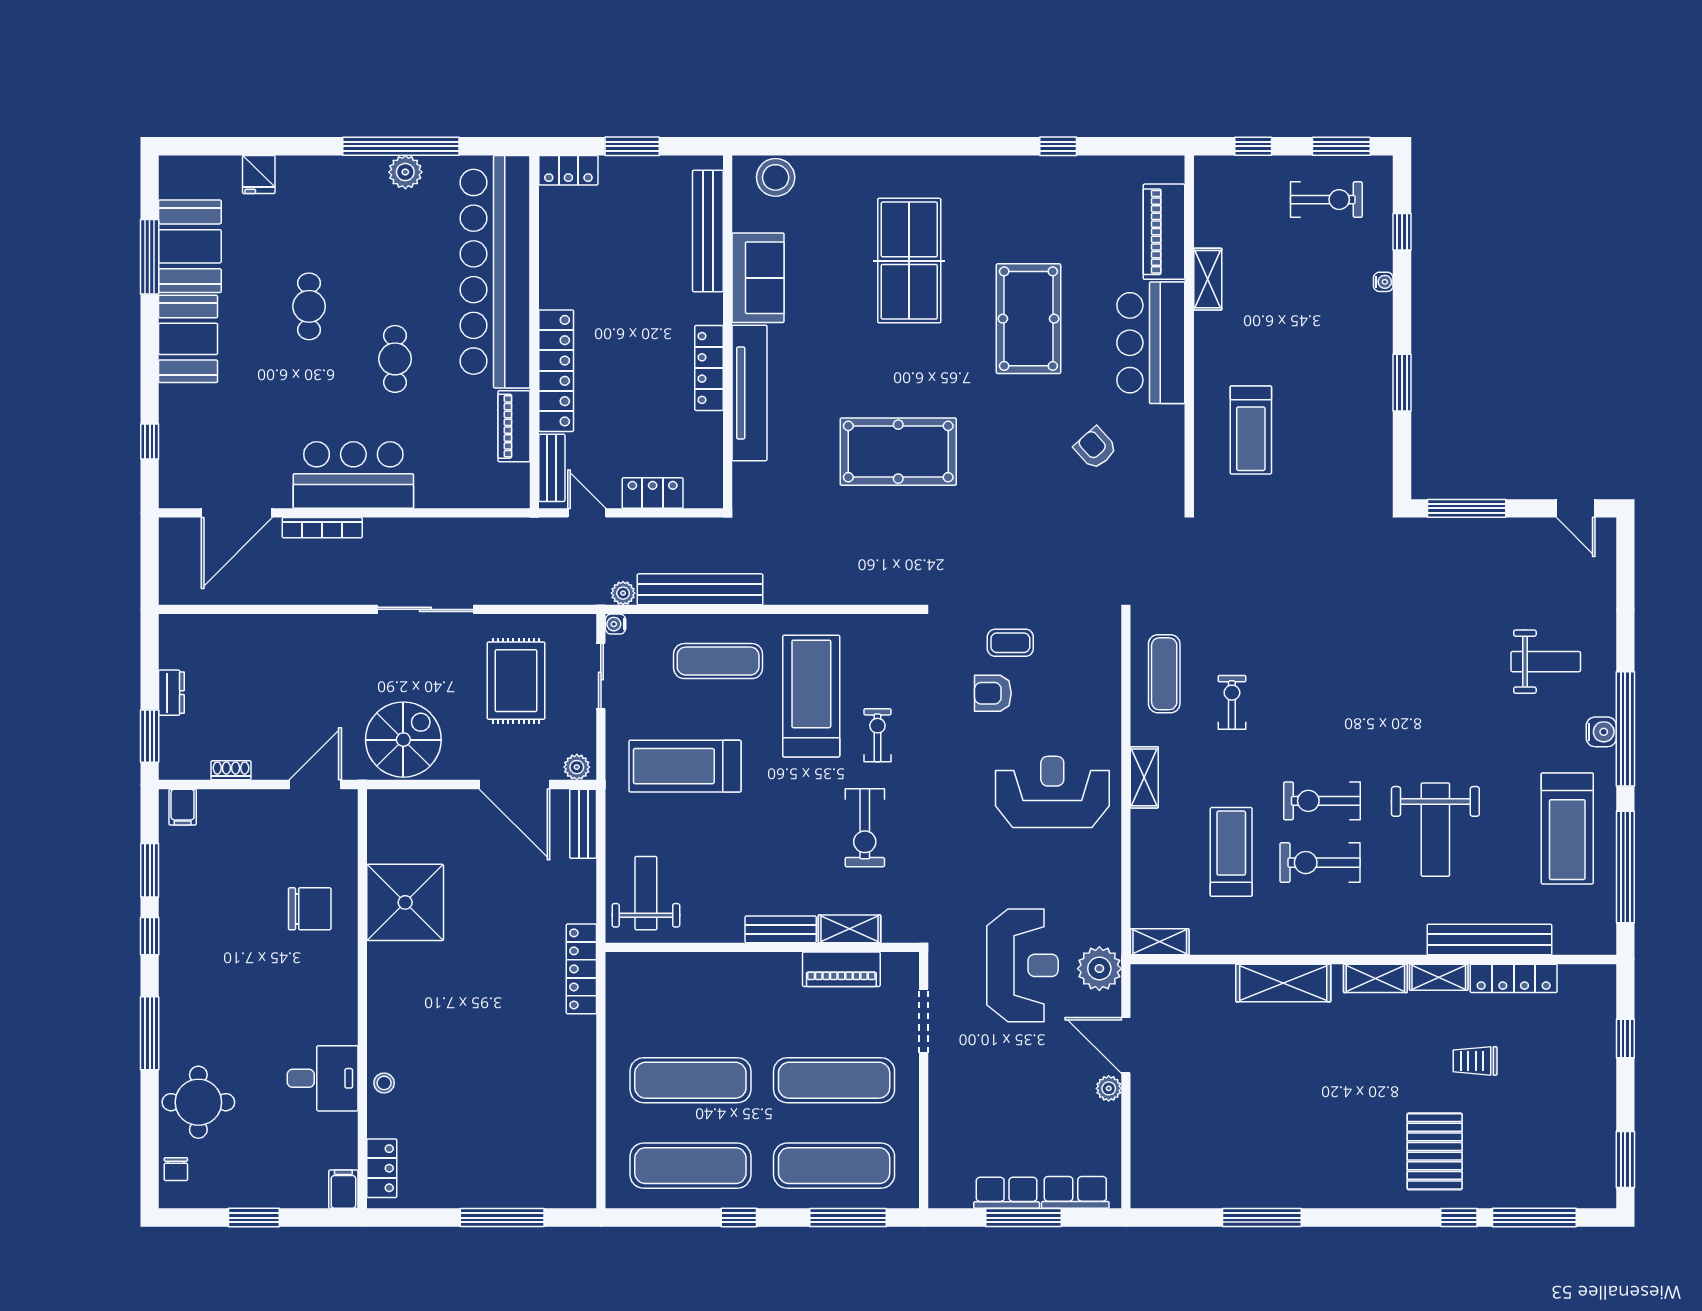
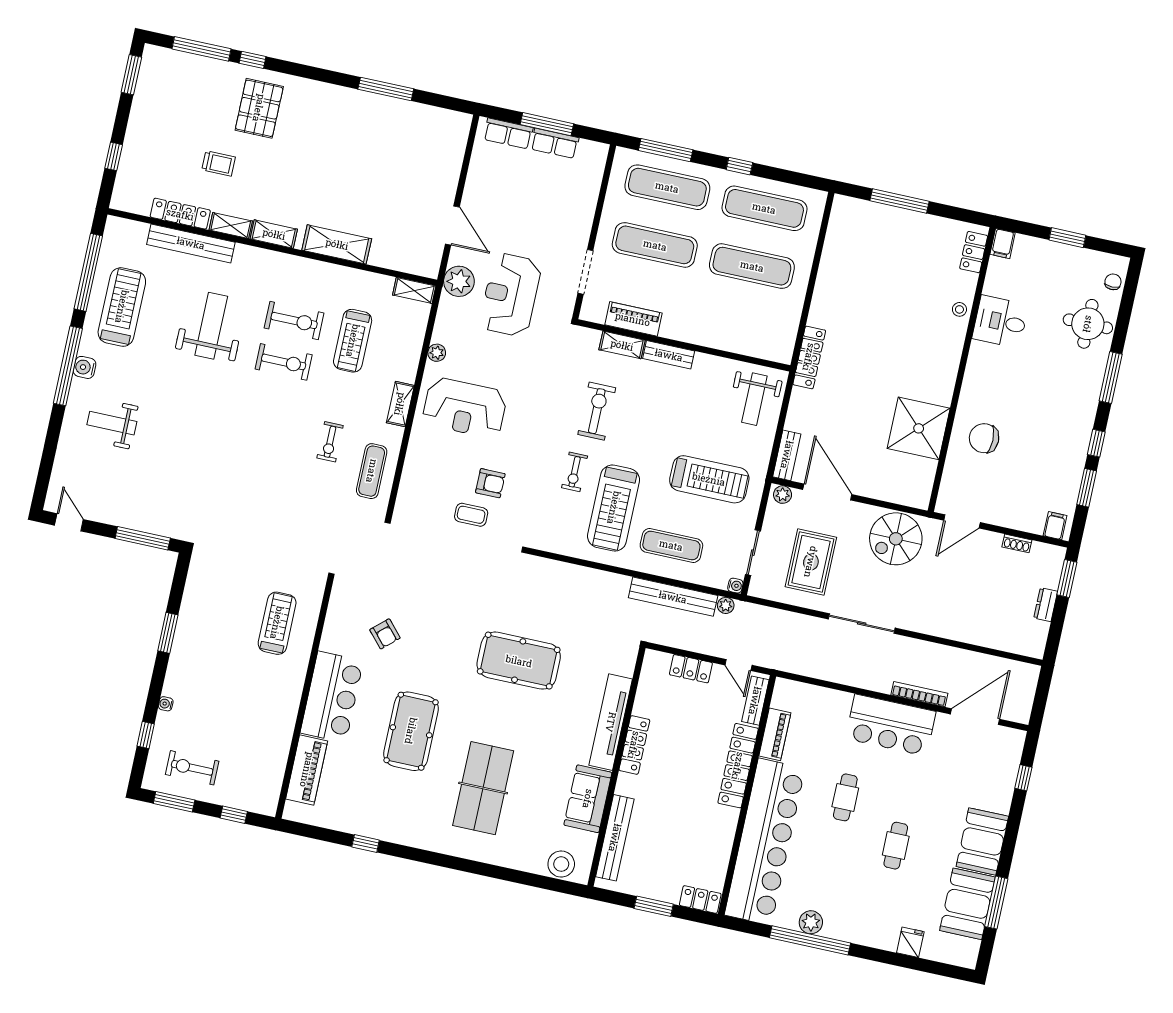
shelving: (1208, 279) -> (284, 731), removed
plant: (1109, 1088) -> (437, 353), moved

